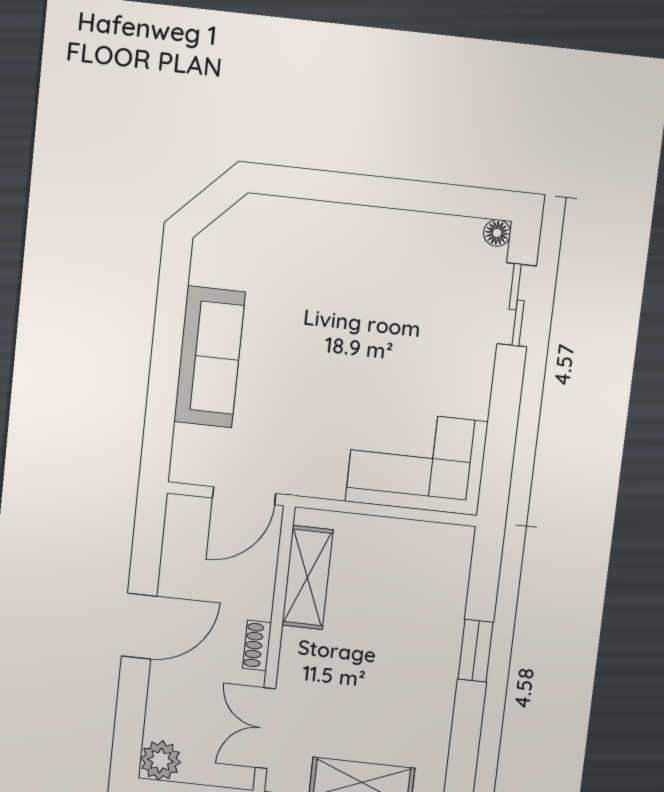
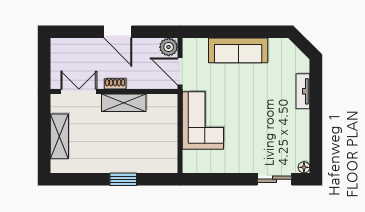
tv unit: (320, 216) -> (303, 91), added
corner sofa: (417, 462) -> (203, 120), moved
shelving: (307, 577) -> (124, 103), moved
plant: (161, 760) -> (169, 47), moved

